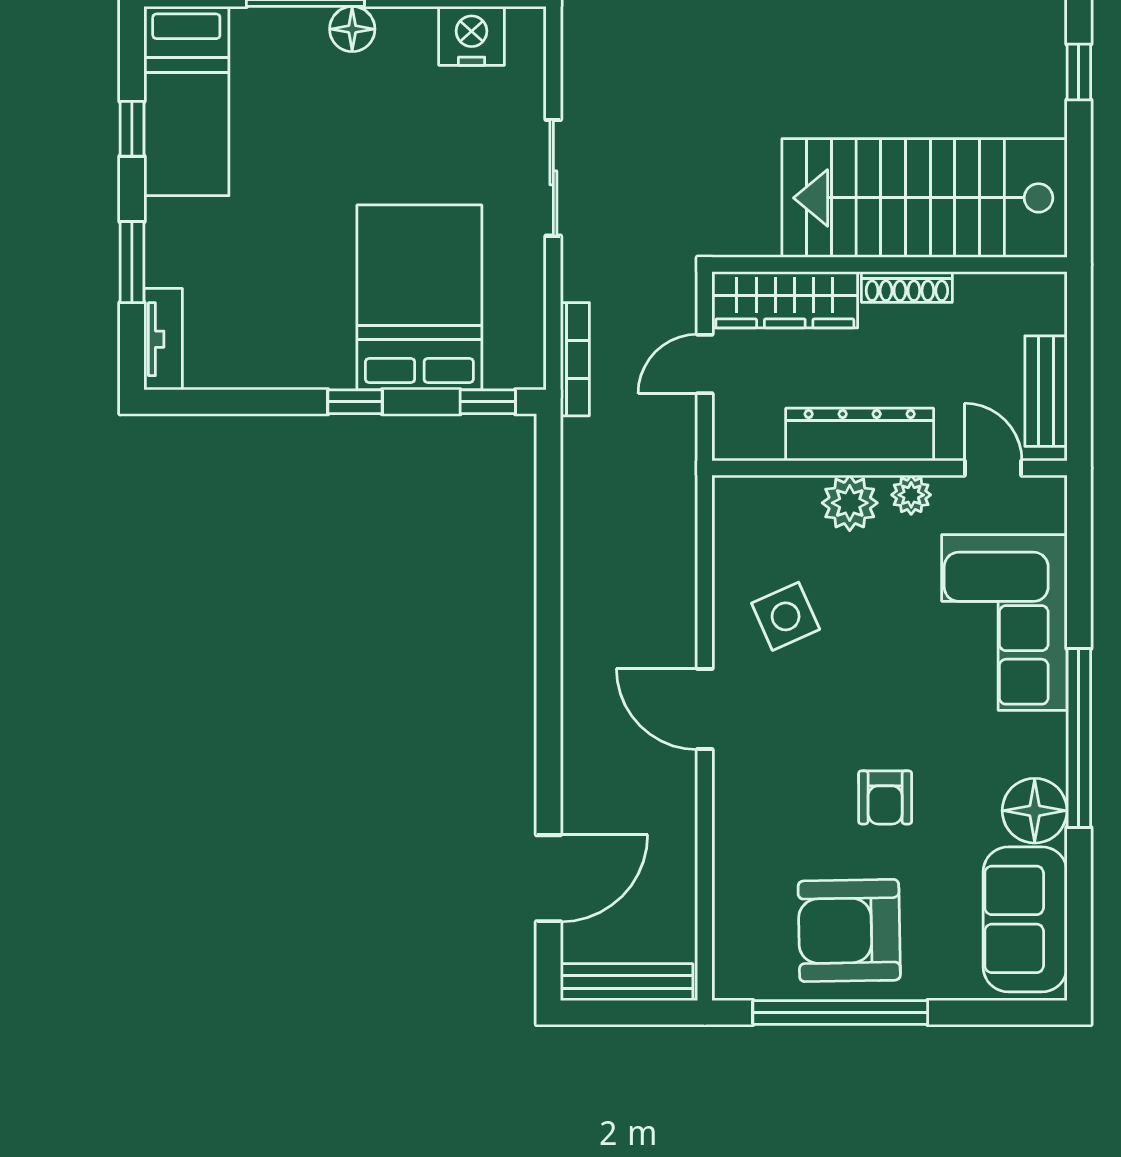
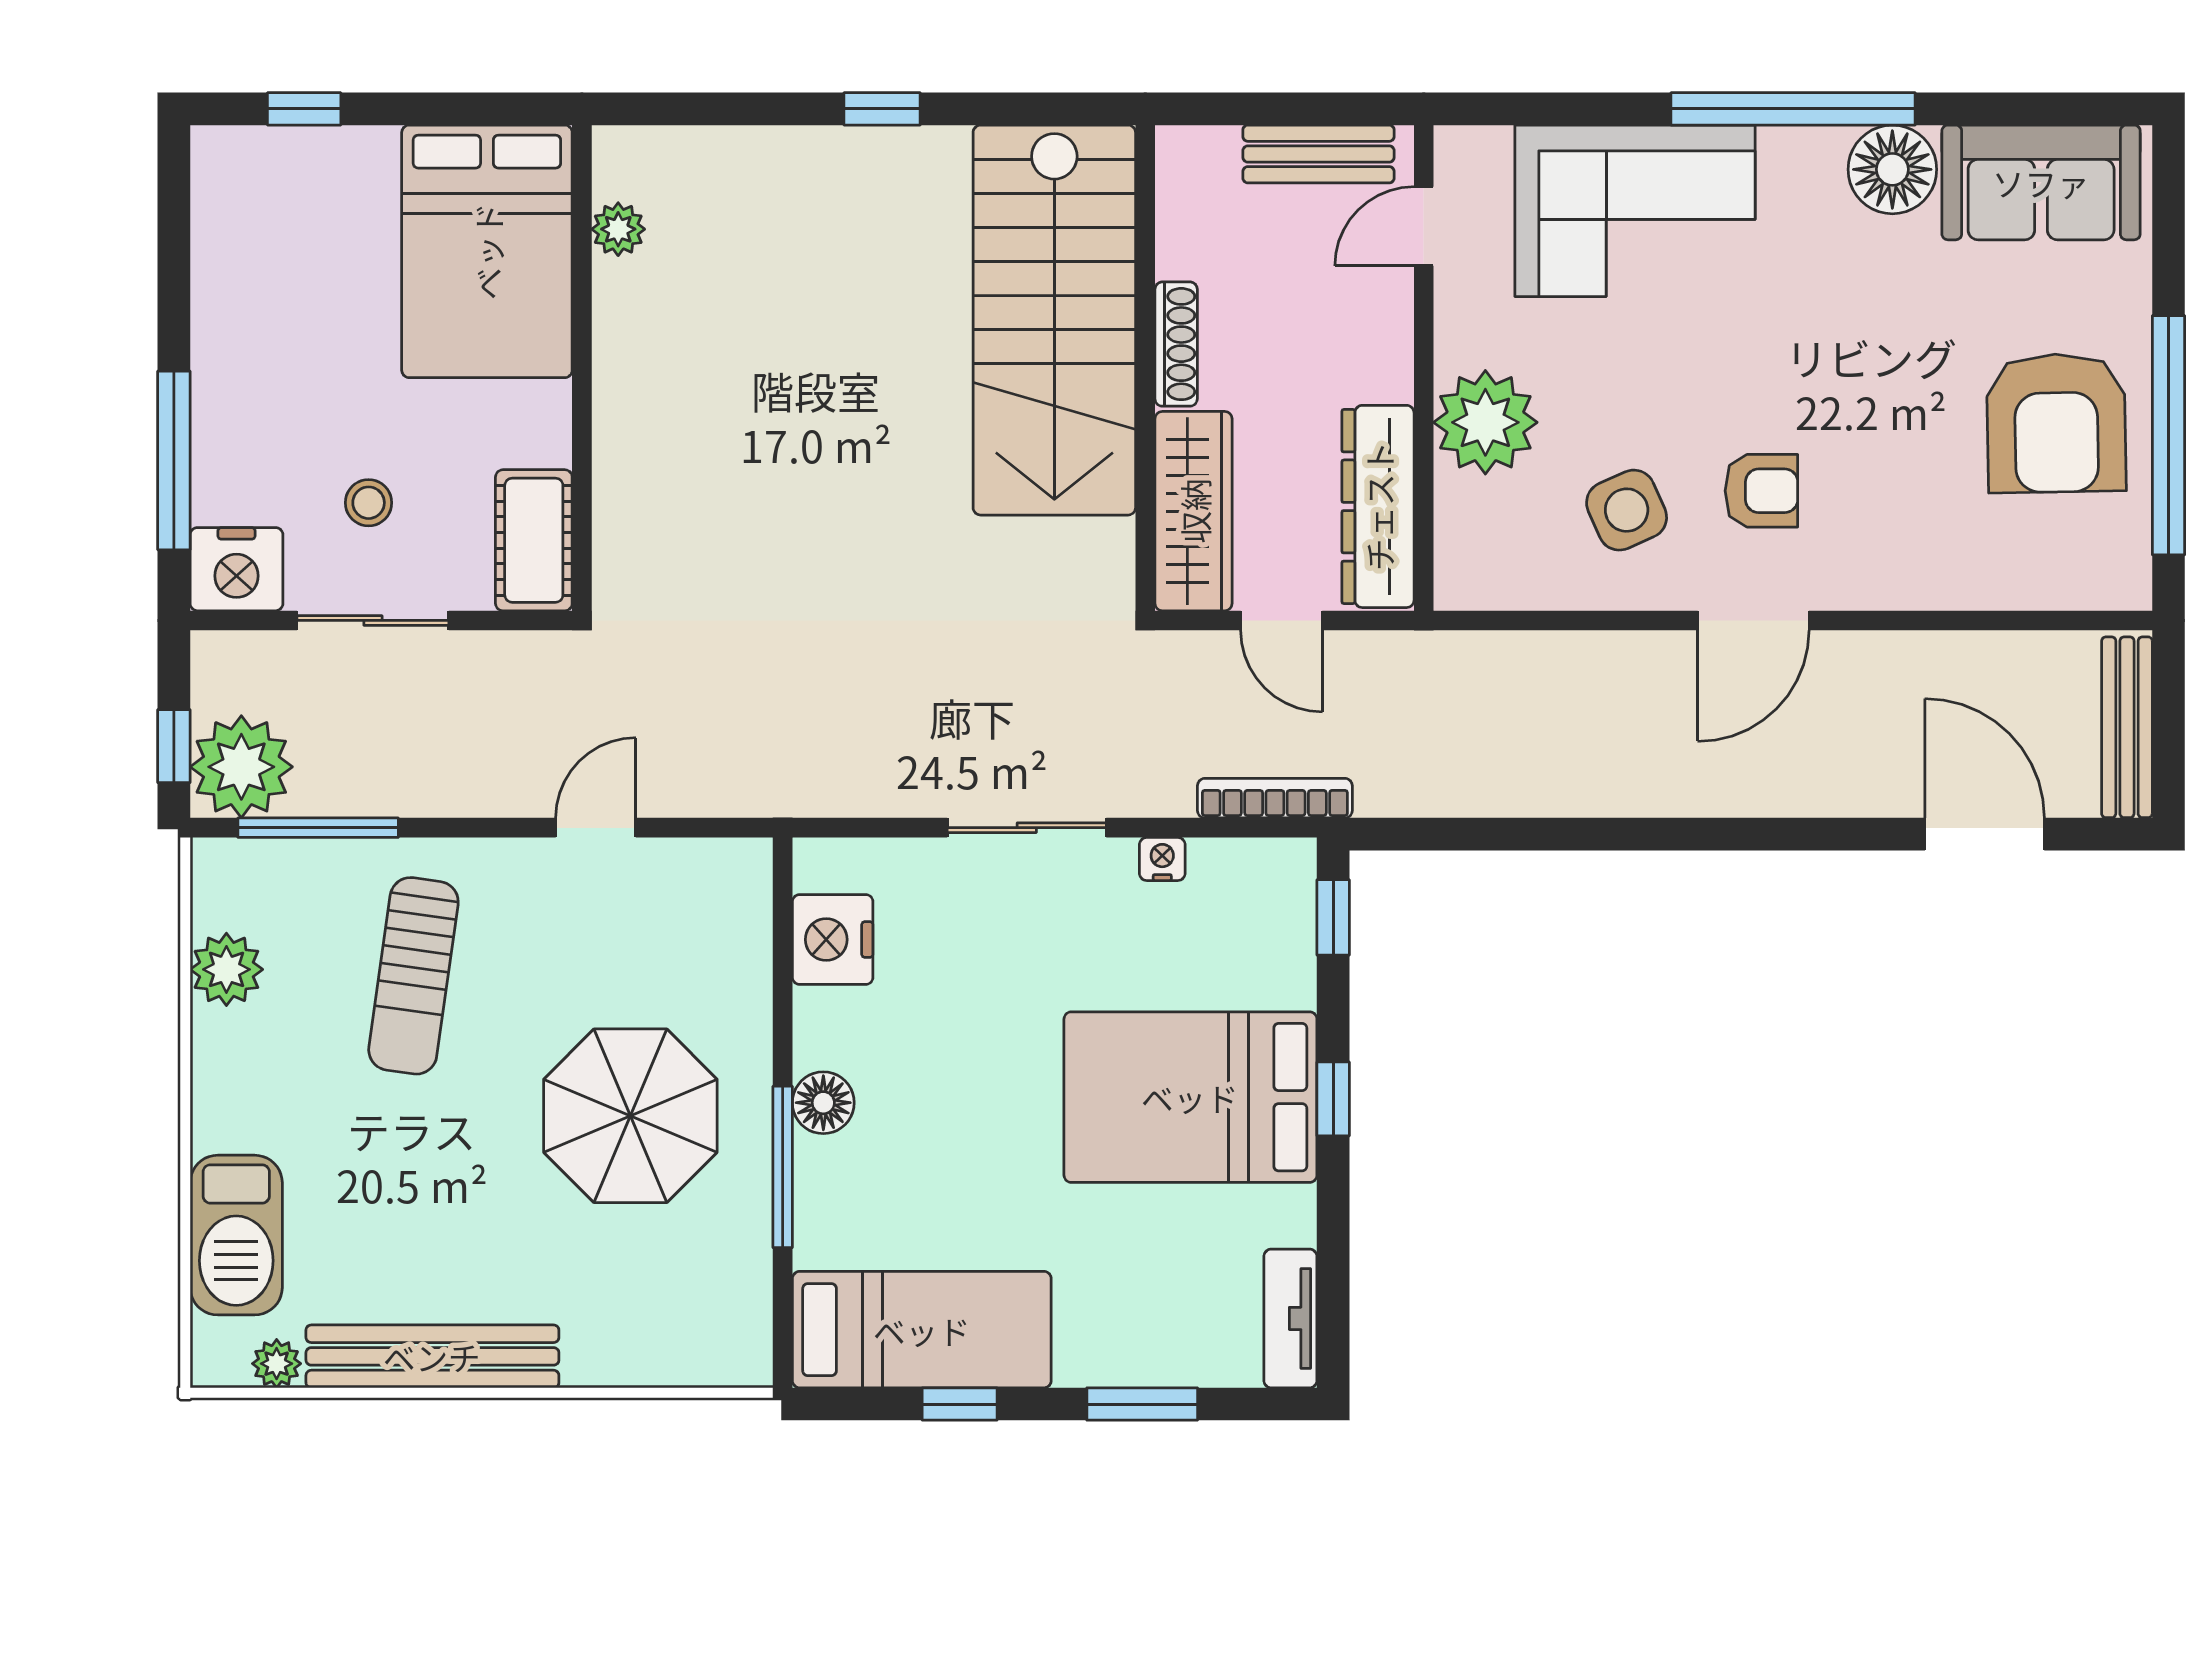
nightstand: (530, 277) -> (1162, 859), added
bed: (419, 297) -> (1190, 1097), moved
tv unit: (163, 339) -> (1290, 1318), moved, turned -90
dresser: (860, 435) -> (1378, 506), moved
plant: (911, 495) -> (1460, 338), removed
plant: (850, 503) -> (1485, 422), width x1.36, depth x1.36
armchair: (885, 797) -> (1761, 491), moved

